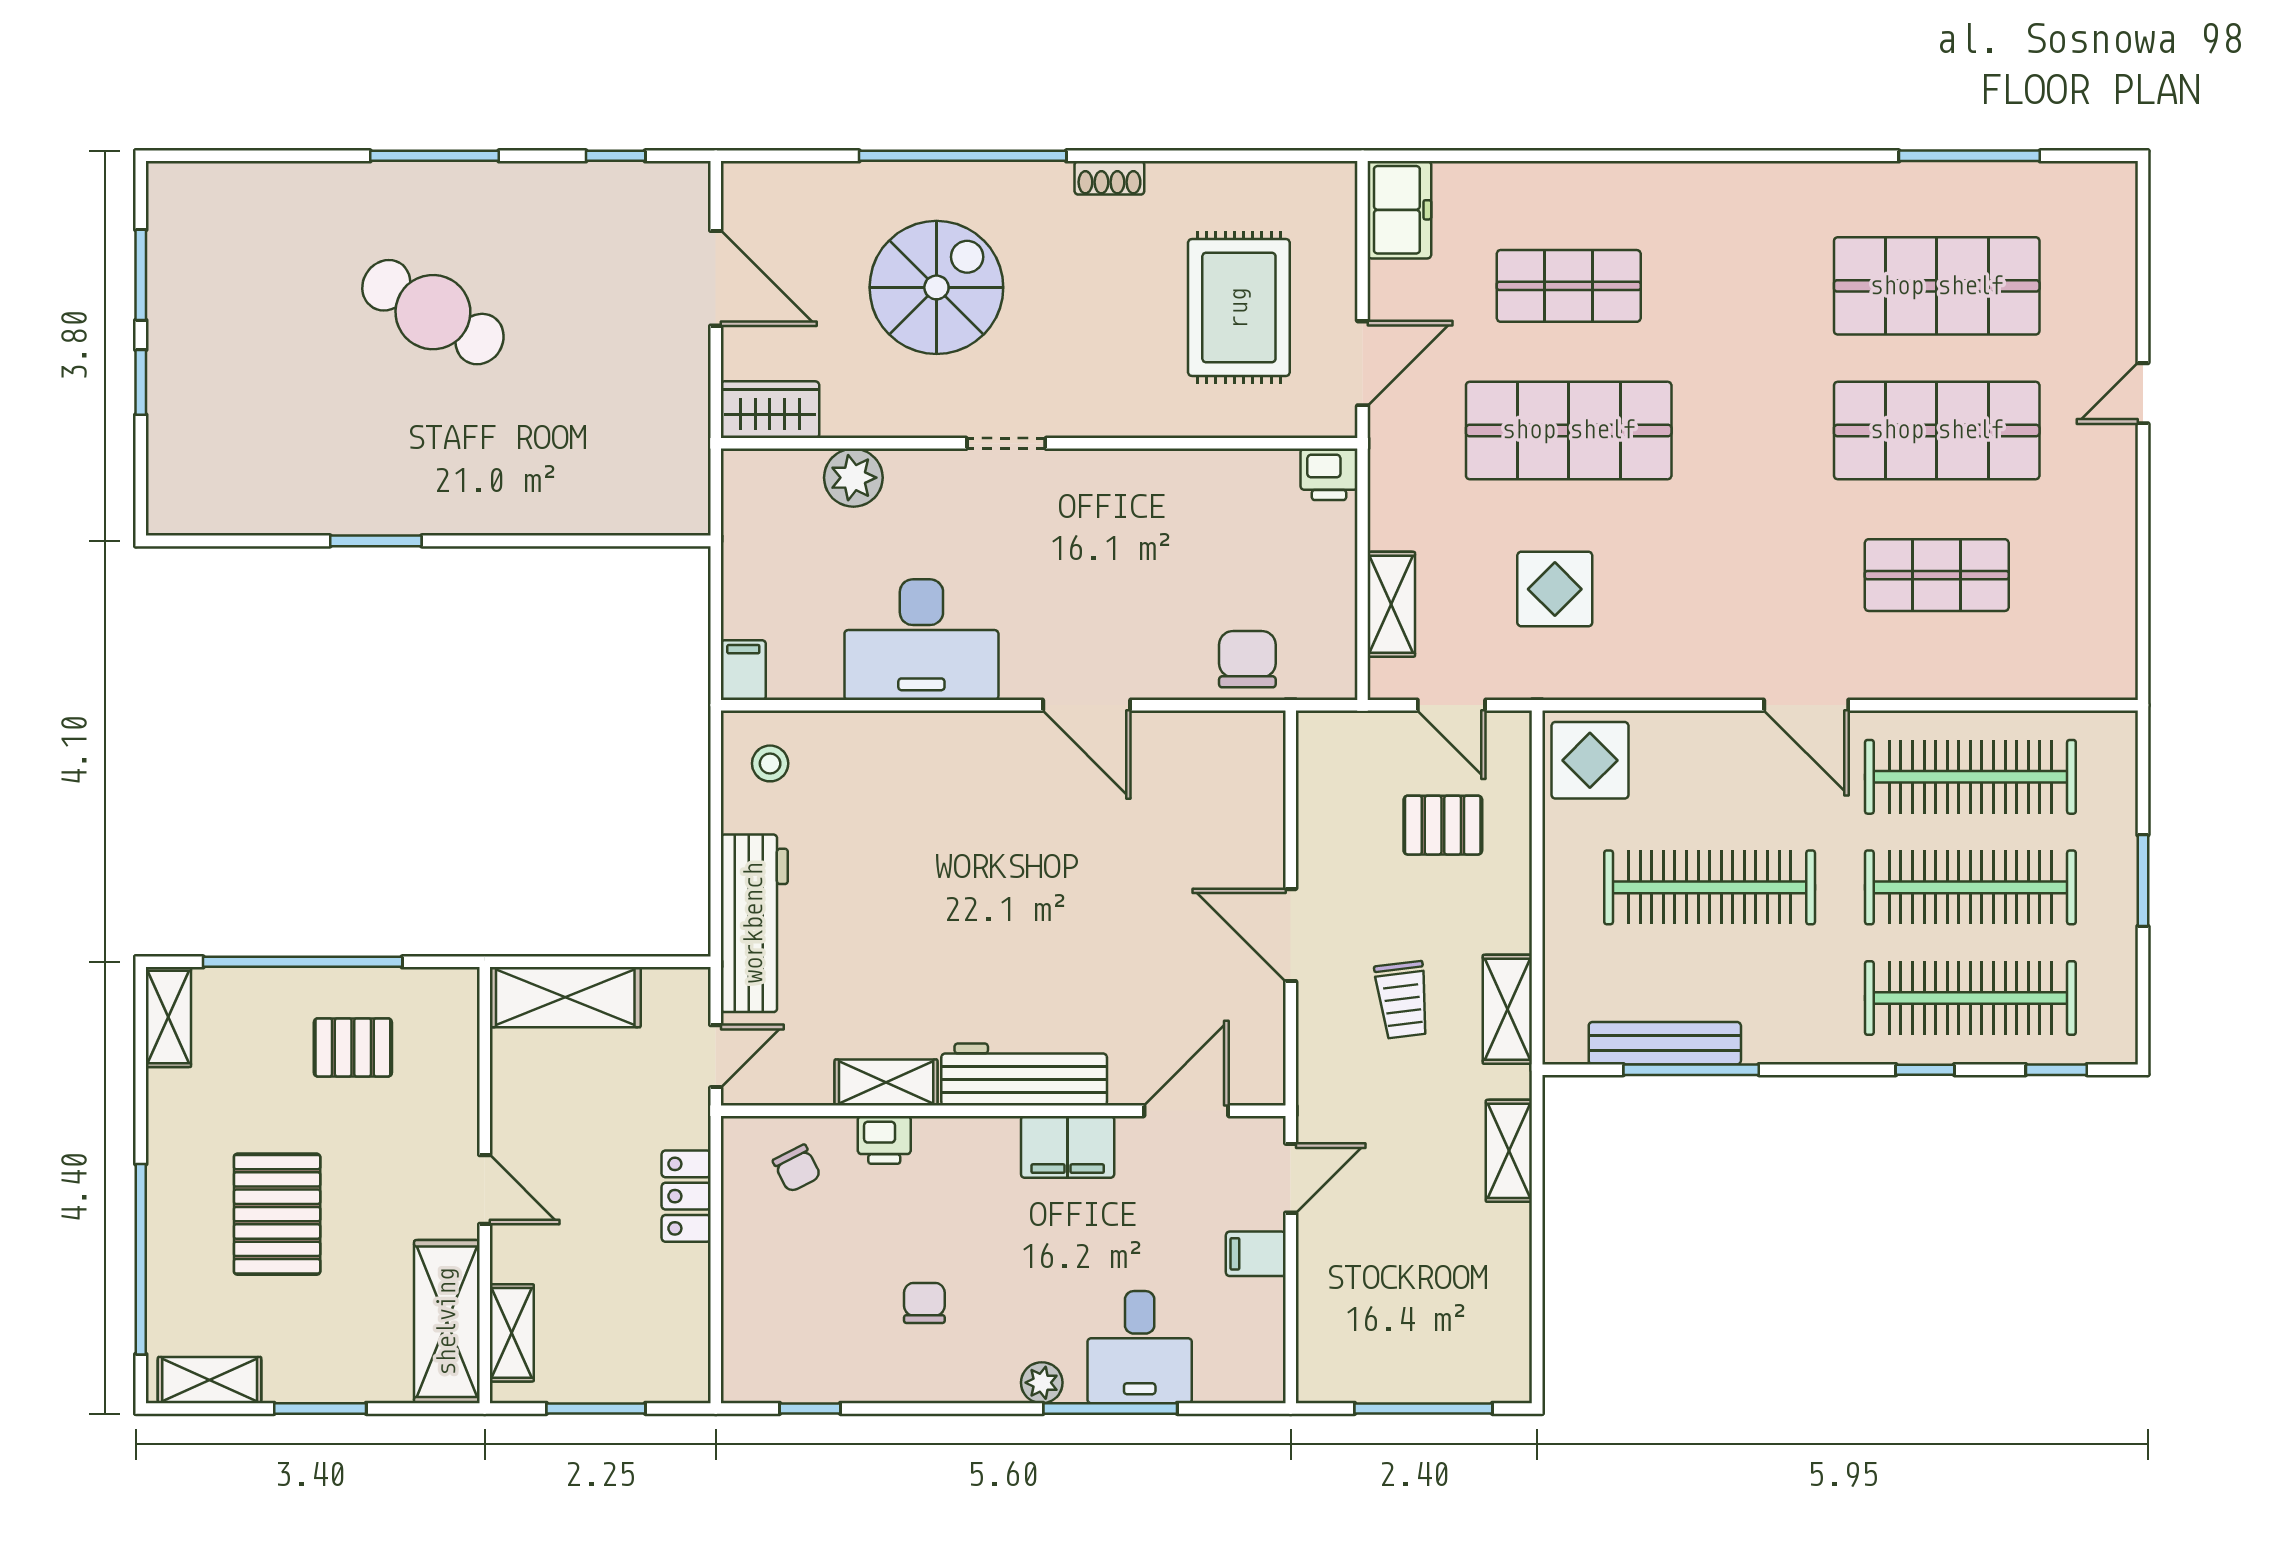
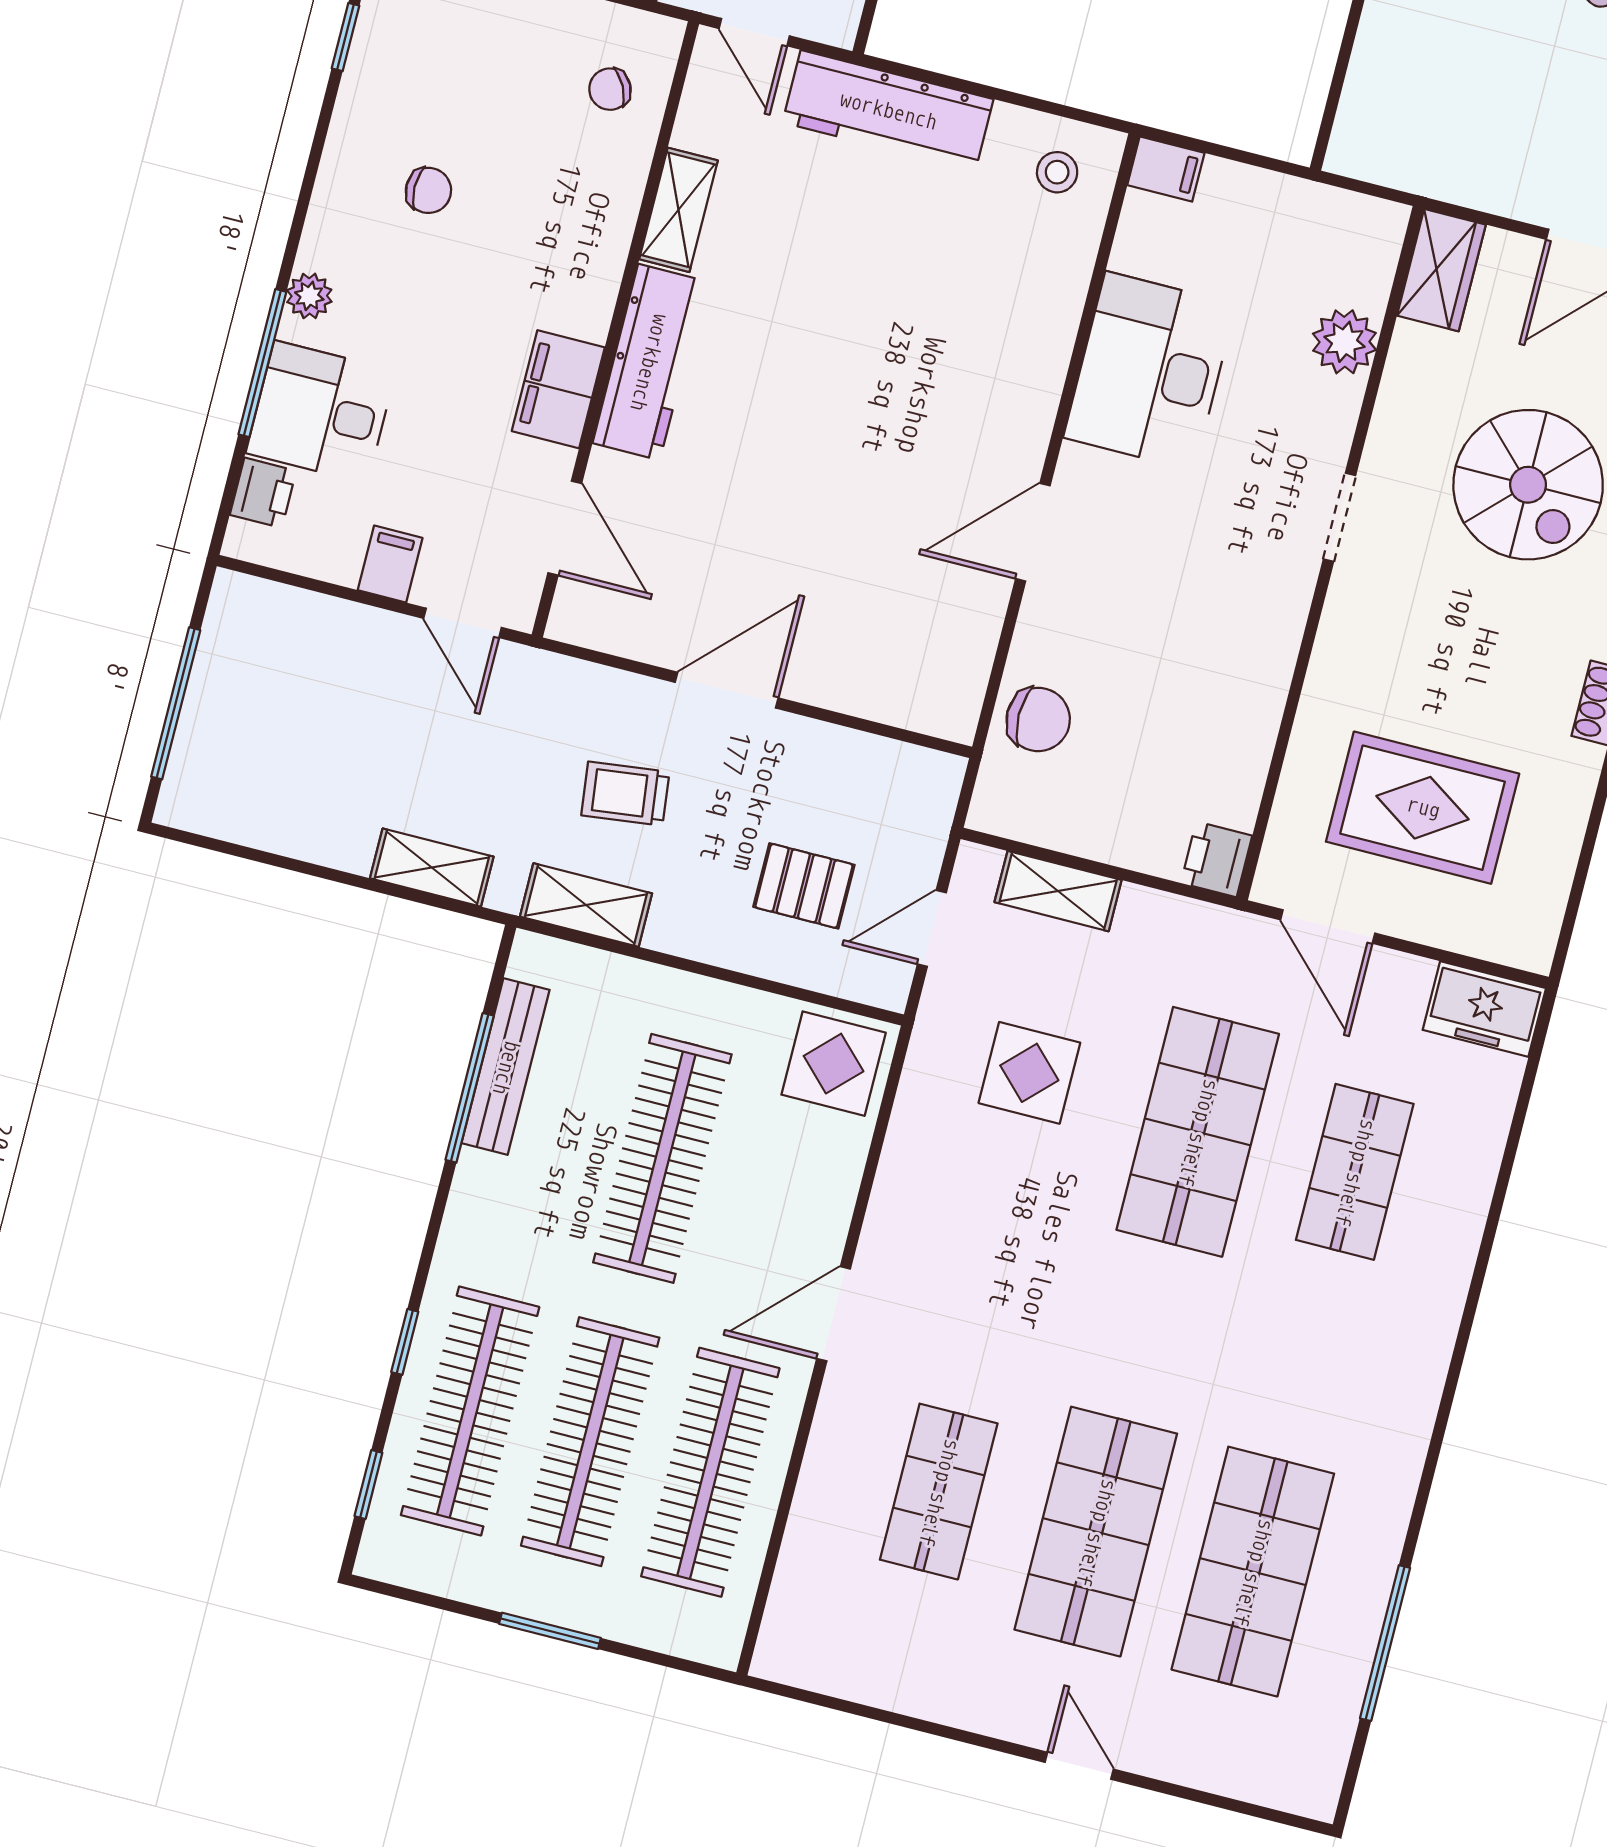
pallet: (1443, 825) -> (804, 886), turned 90
printer: (884, 1140) -> (263, 493), moved, turned 180

